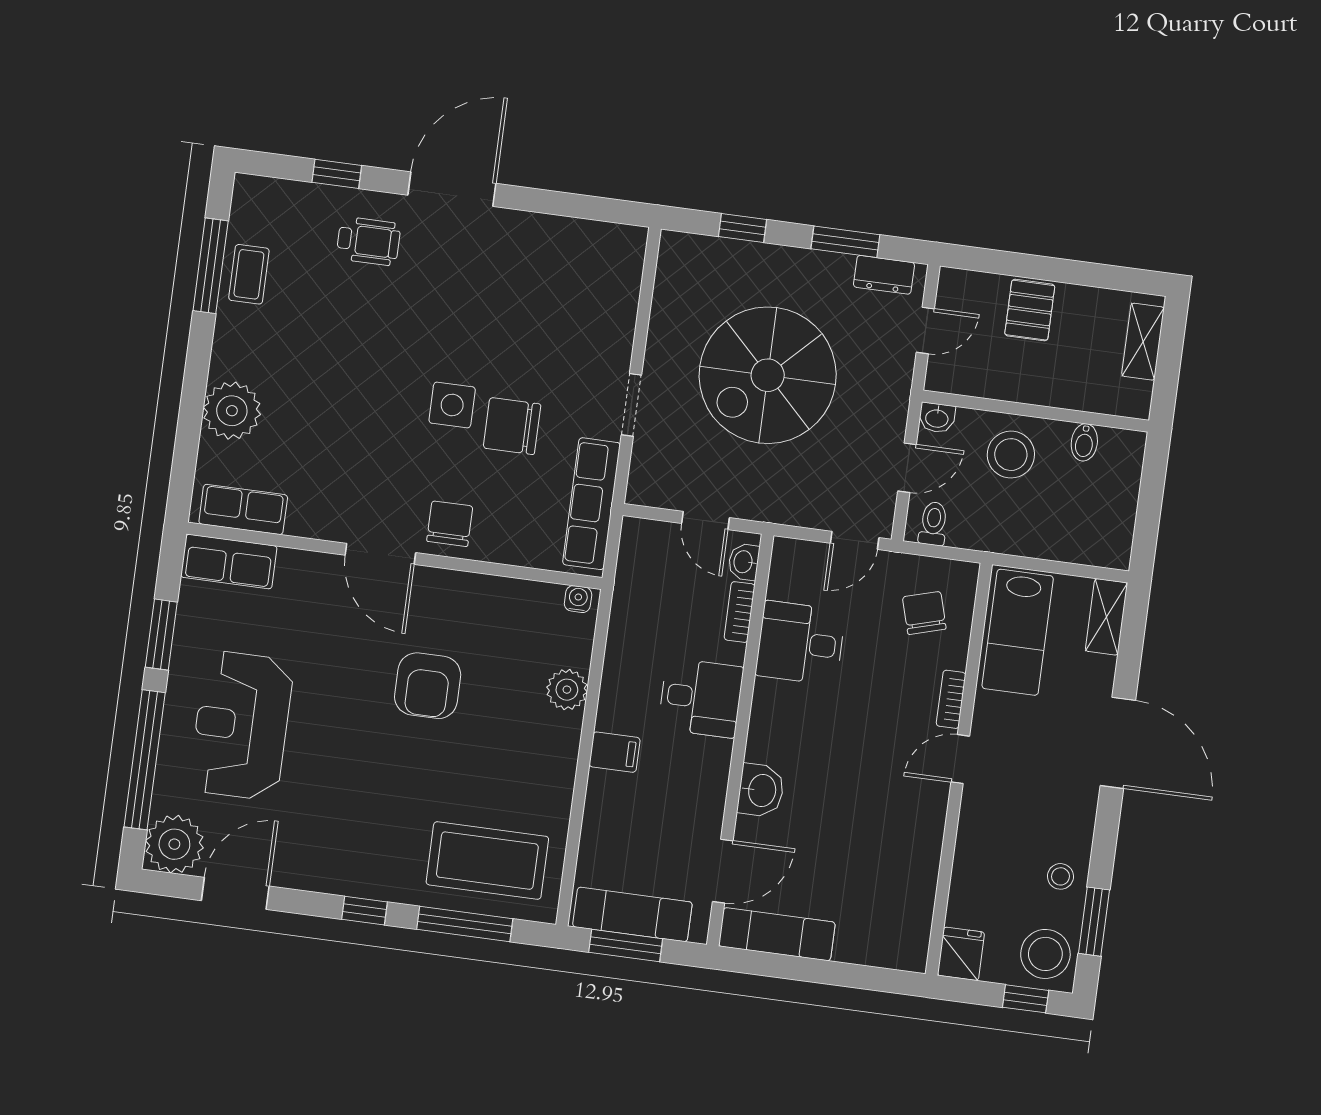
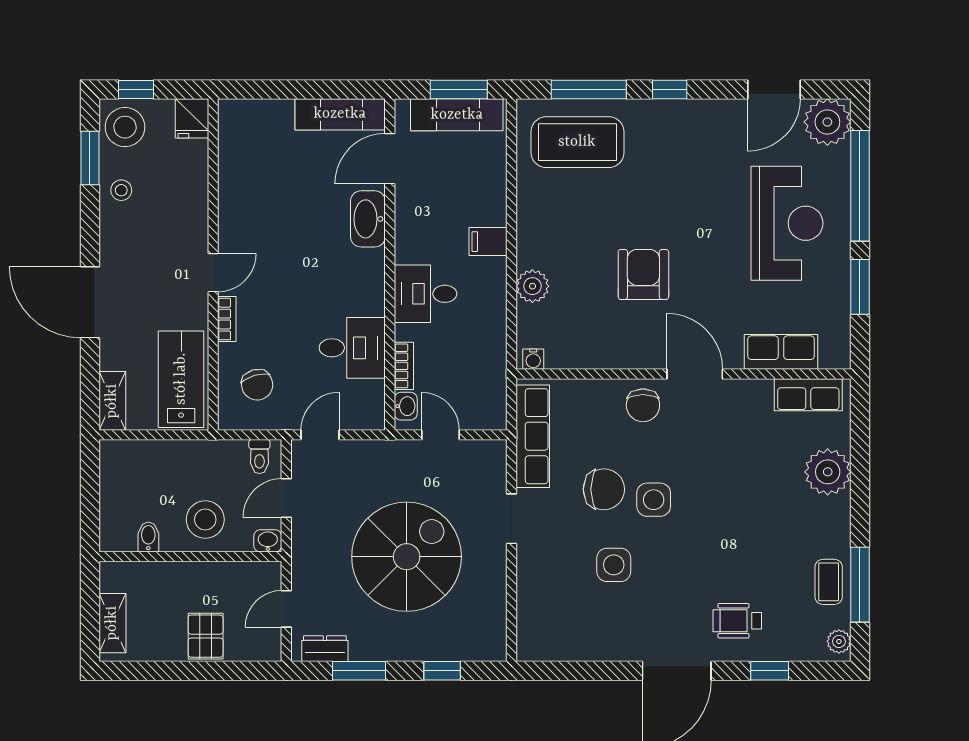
plant: (246, 199) -> (839, 641), added
side table: (512, 331) -> (614, 565), added
row of seats: (229, 562) -> (781, 352), moved
washbasin: (761, 790) -> (368, 219), width x1.38

